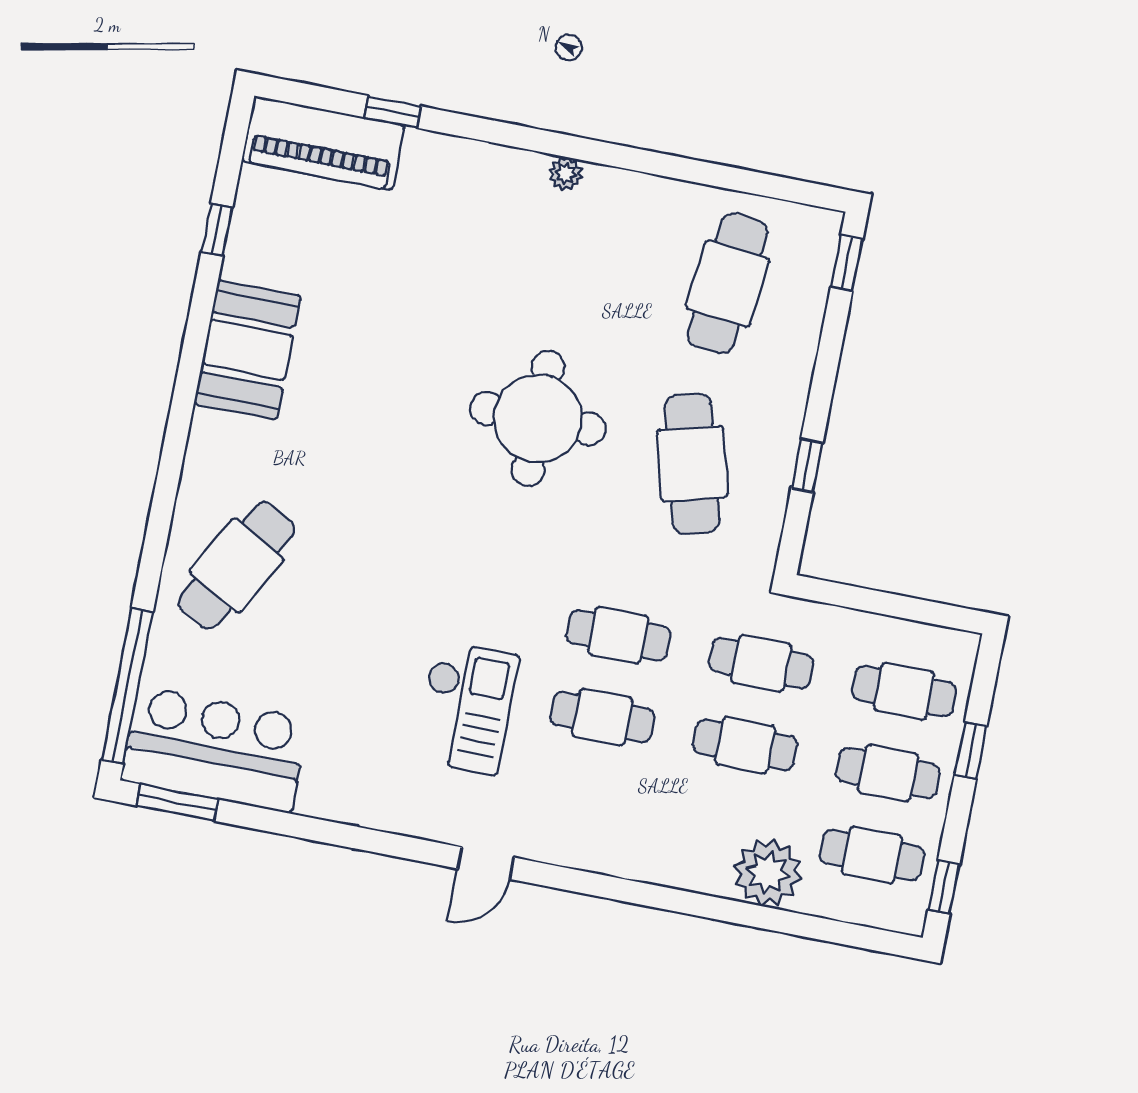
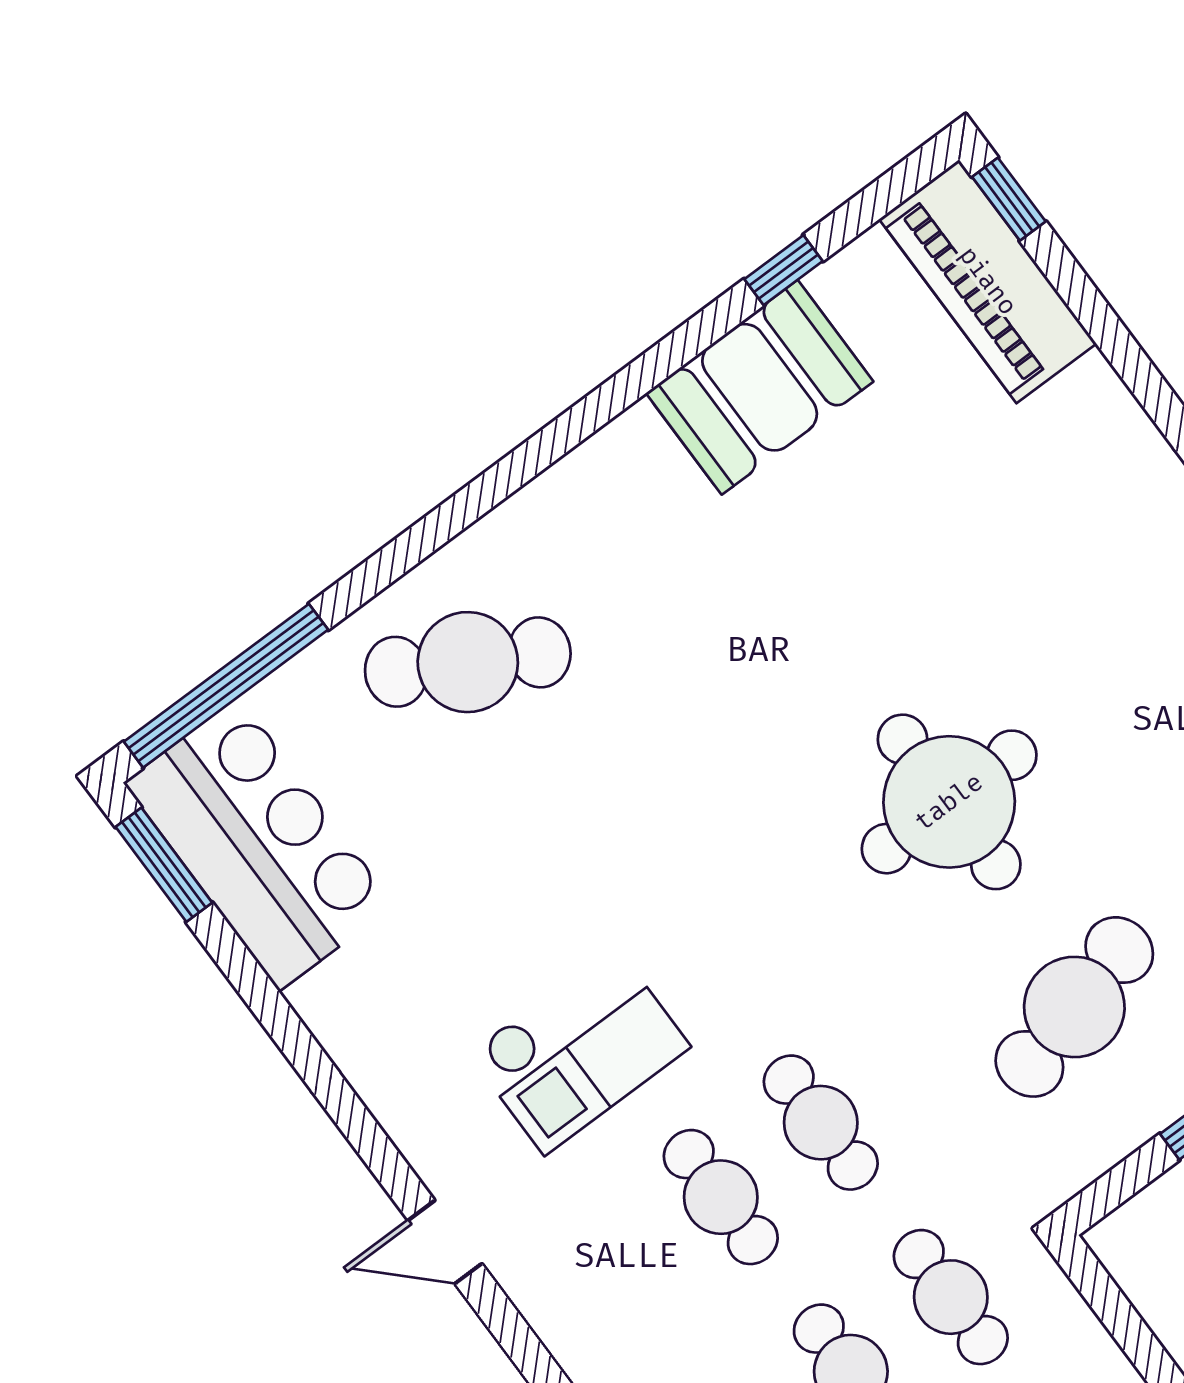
window: (393, 112) -> (1009, 199), moved
booth: (248, 350) -> (760, 387), moved

